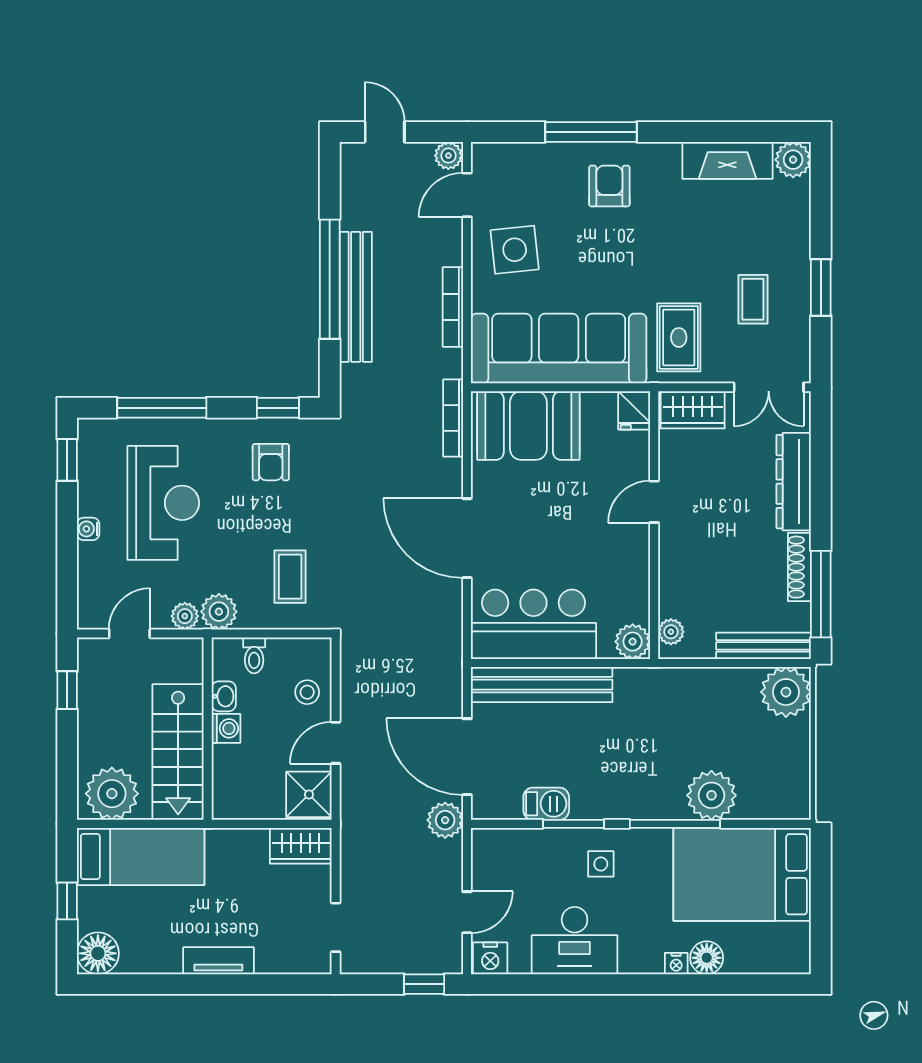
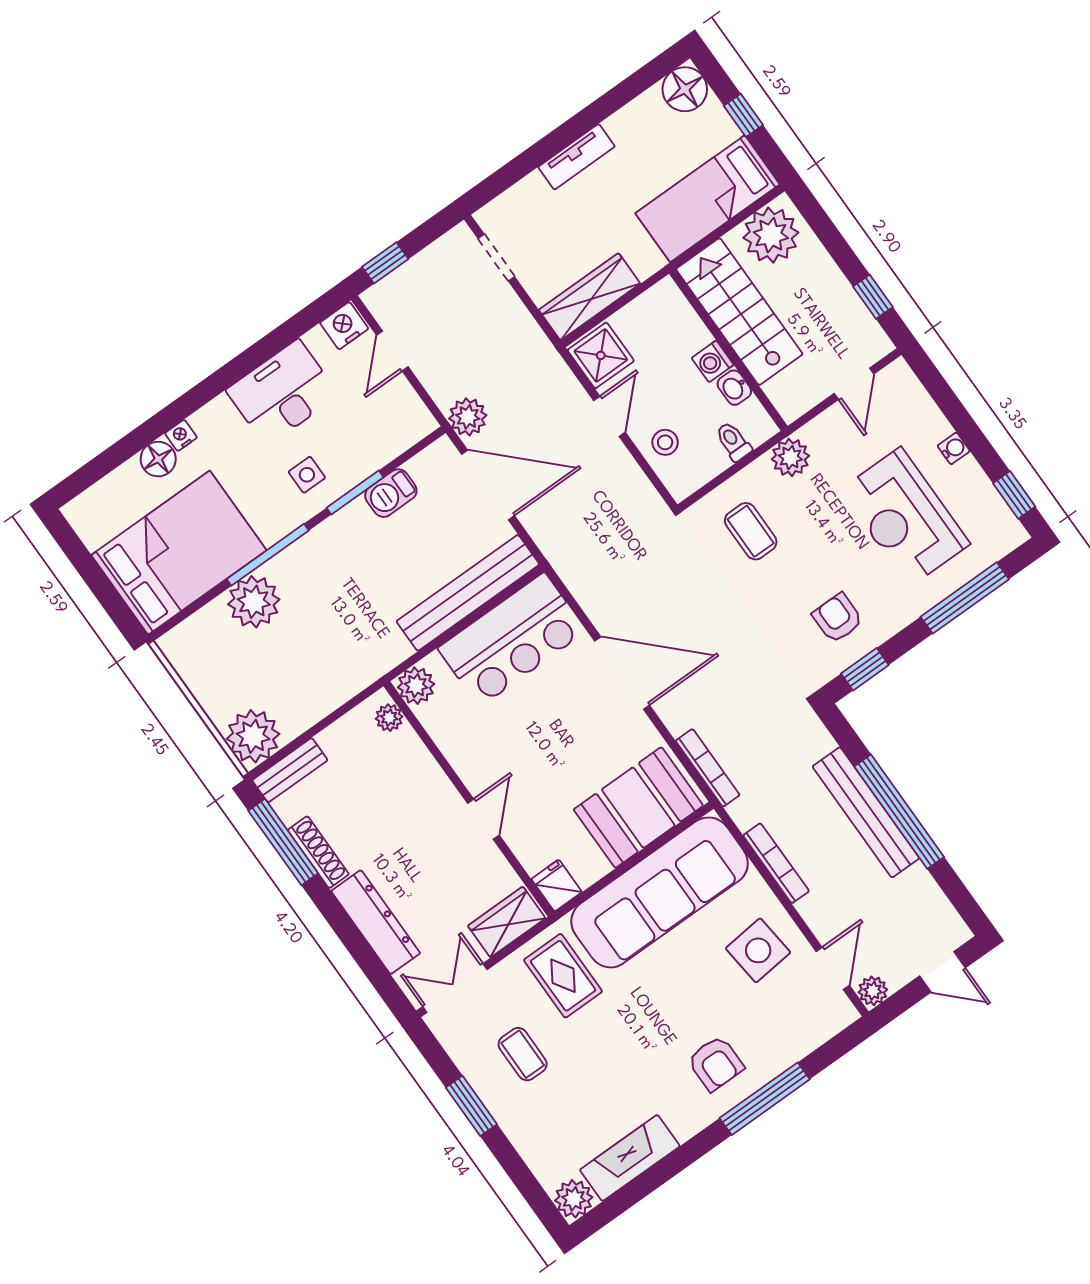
plant: (185, 616) -> (817, 433), removed
bench: (764, 646) -> (290, 770), width x0.73
wardrobe: (301, 846) -> (590, 297), width x1.50

